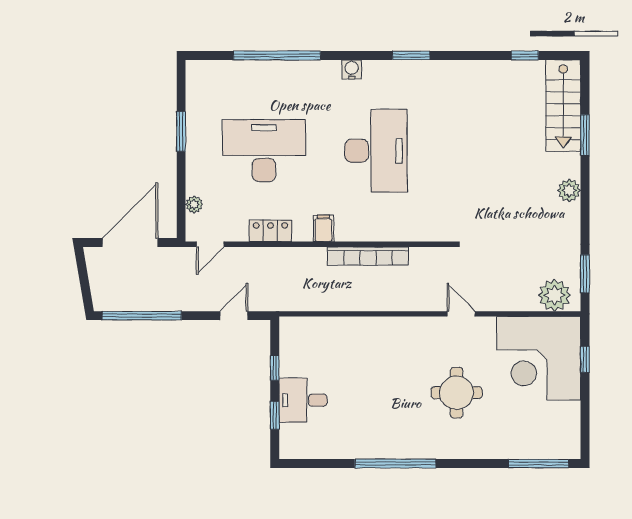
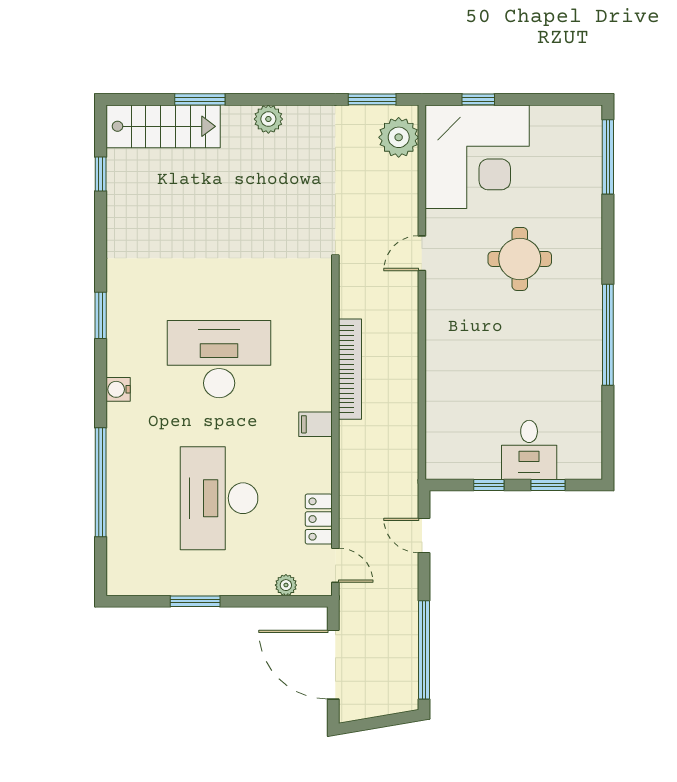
locker: (270, 231) -> (319, 519), moved

